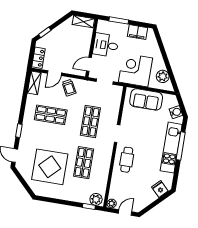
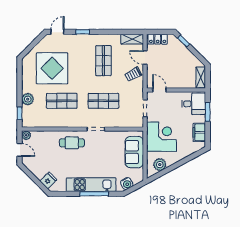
desk: (106, 45) -> (194, 104), moved, turned 90
plant: (96, 199) -> (28, 99), moved

